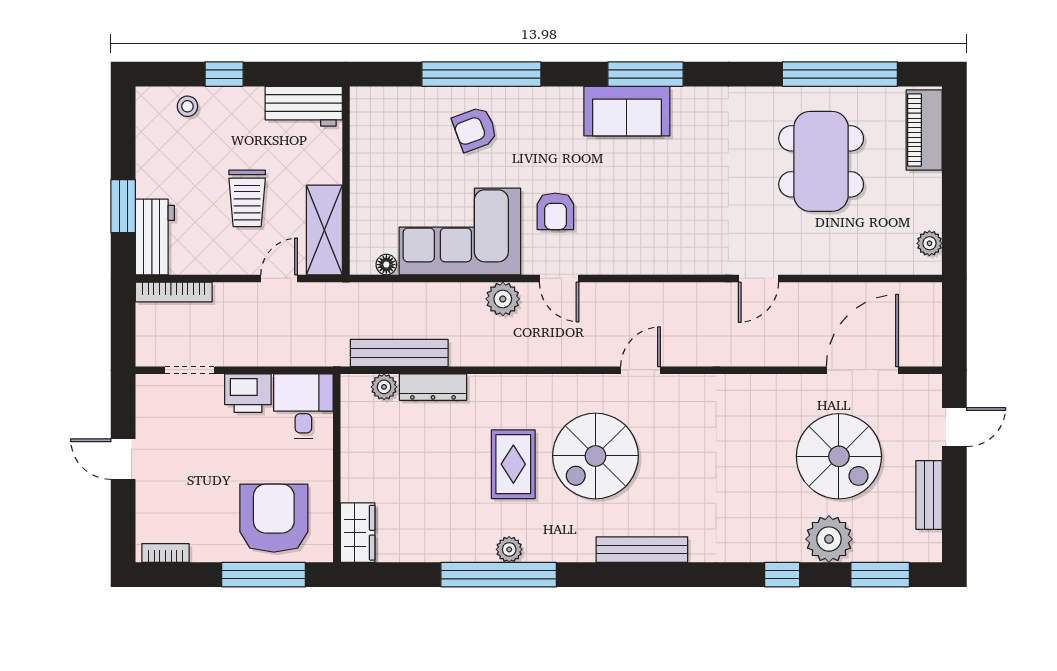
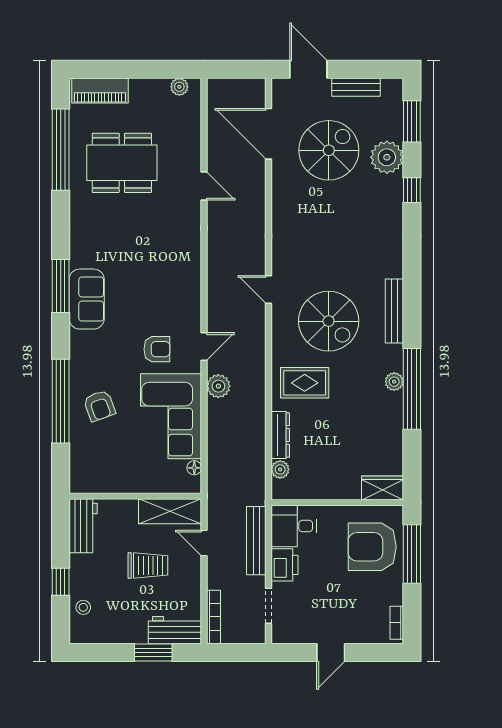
door: (758, 278) -> (204, 186), moved
bench: (399, 353) -> (256, 541), moved
door: (954, 427) -> (308, 69), width x1.38
rug: (513, 464) -> (305, 383), moved
bench: (642, 550) -> (394, 311), moved

